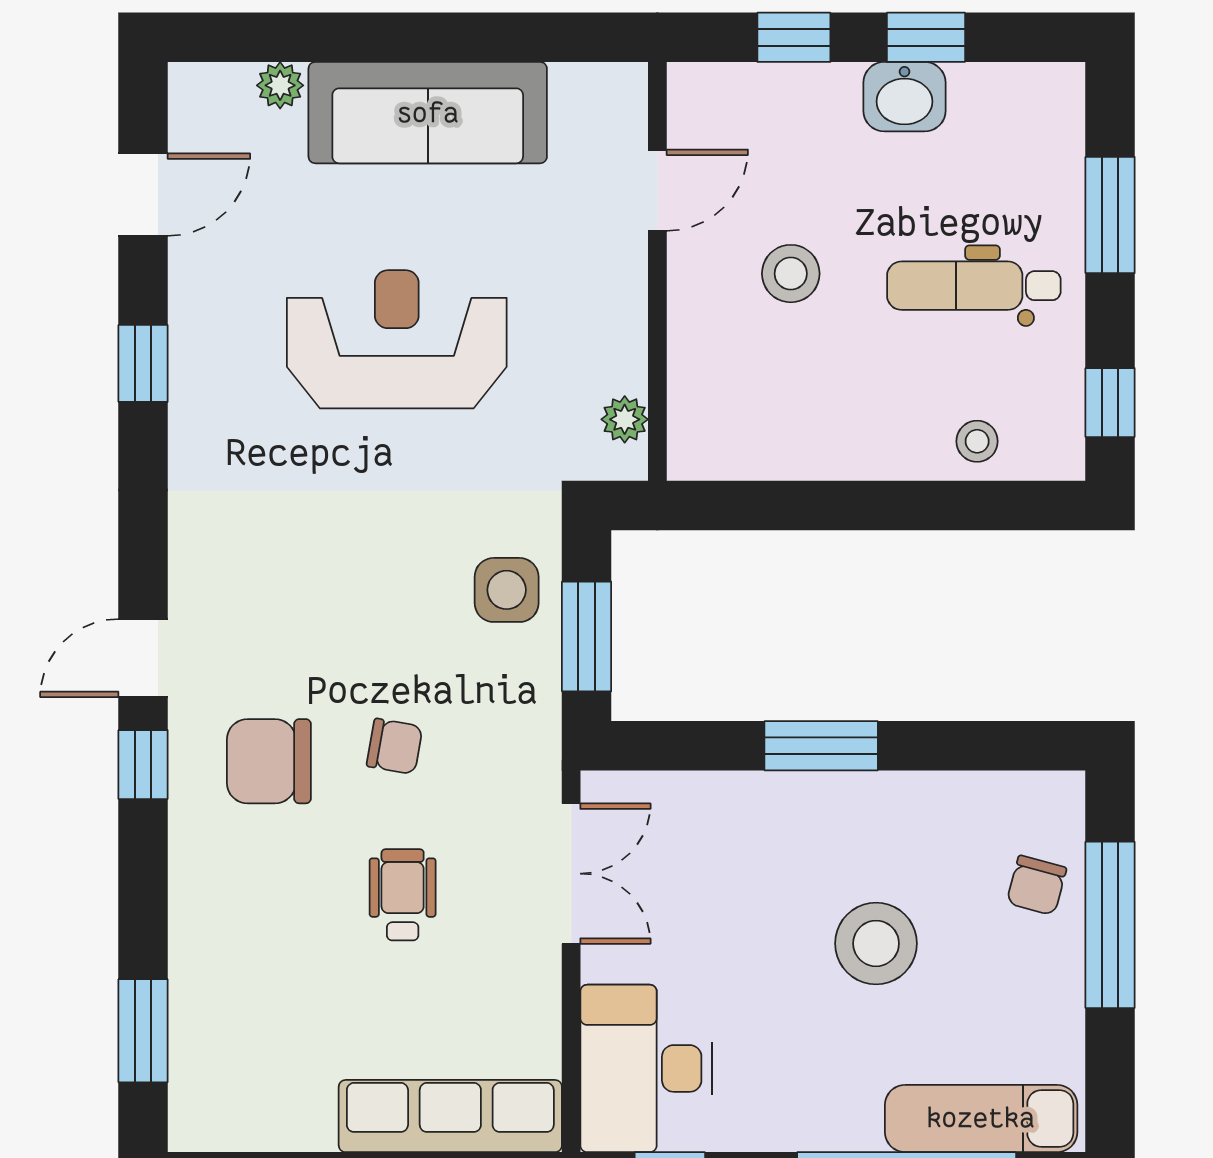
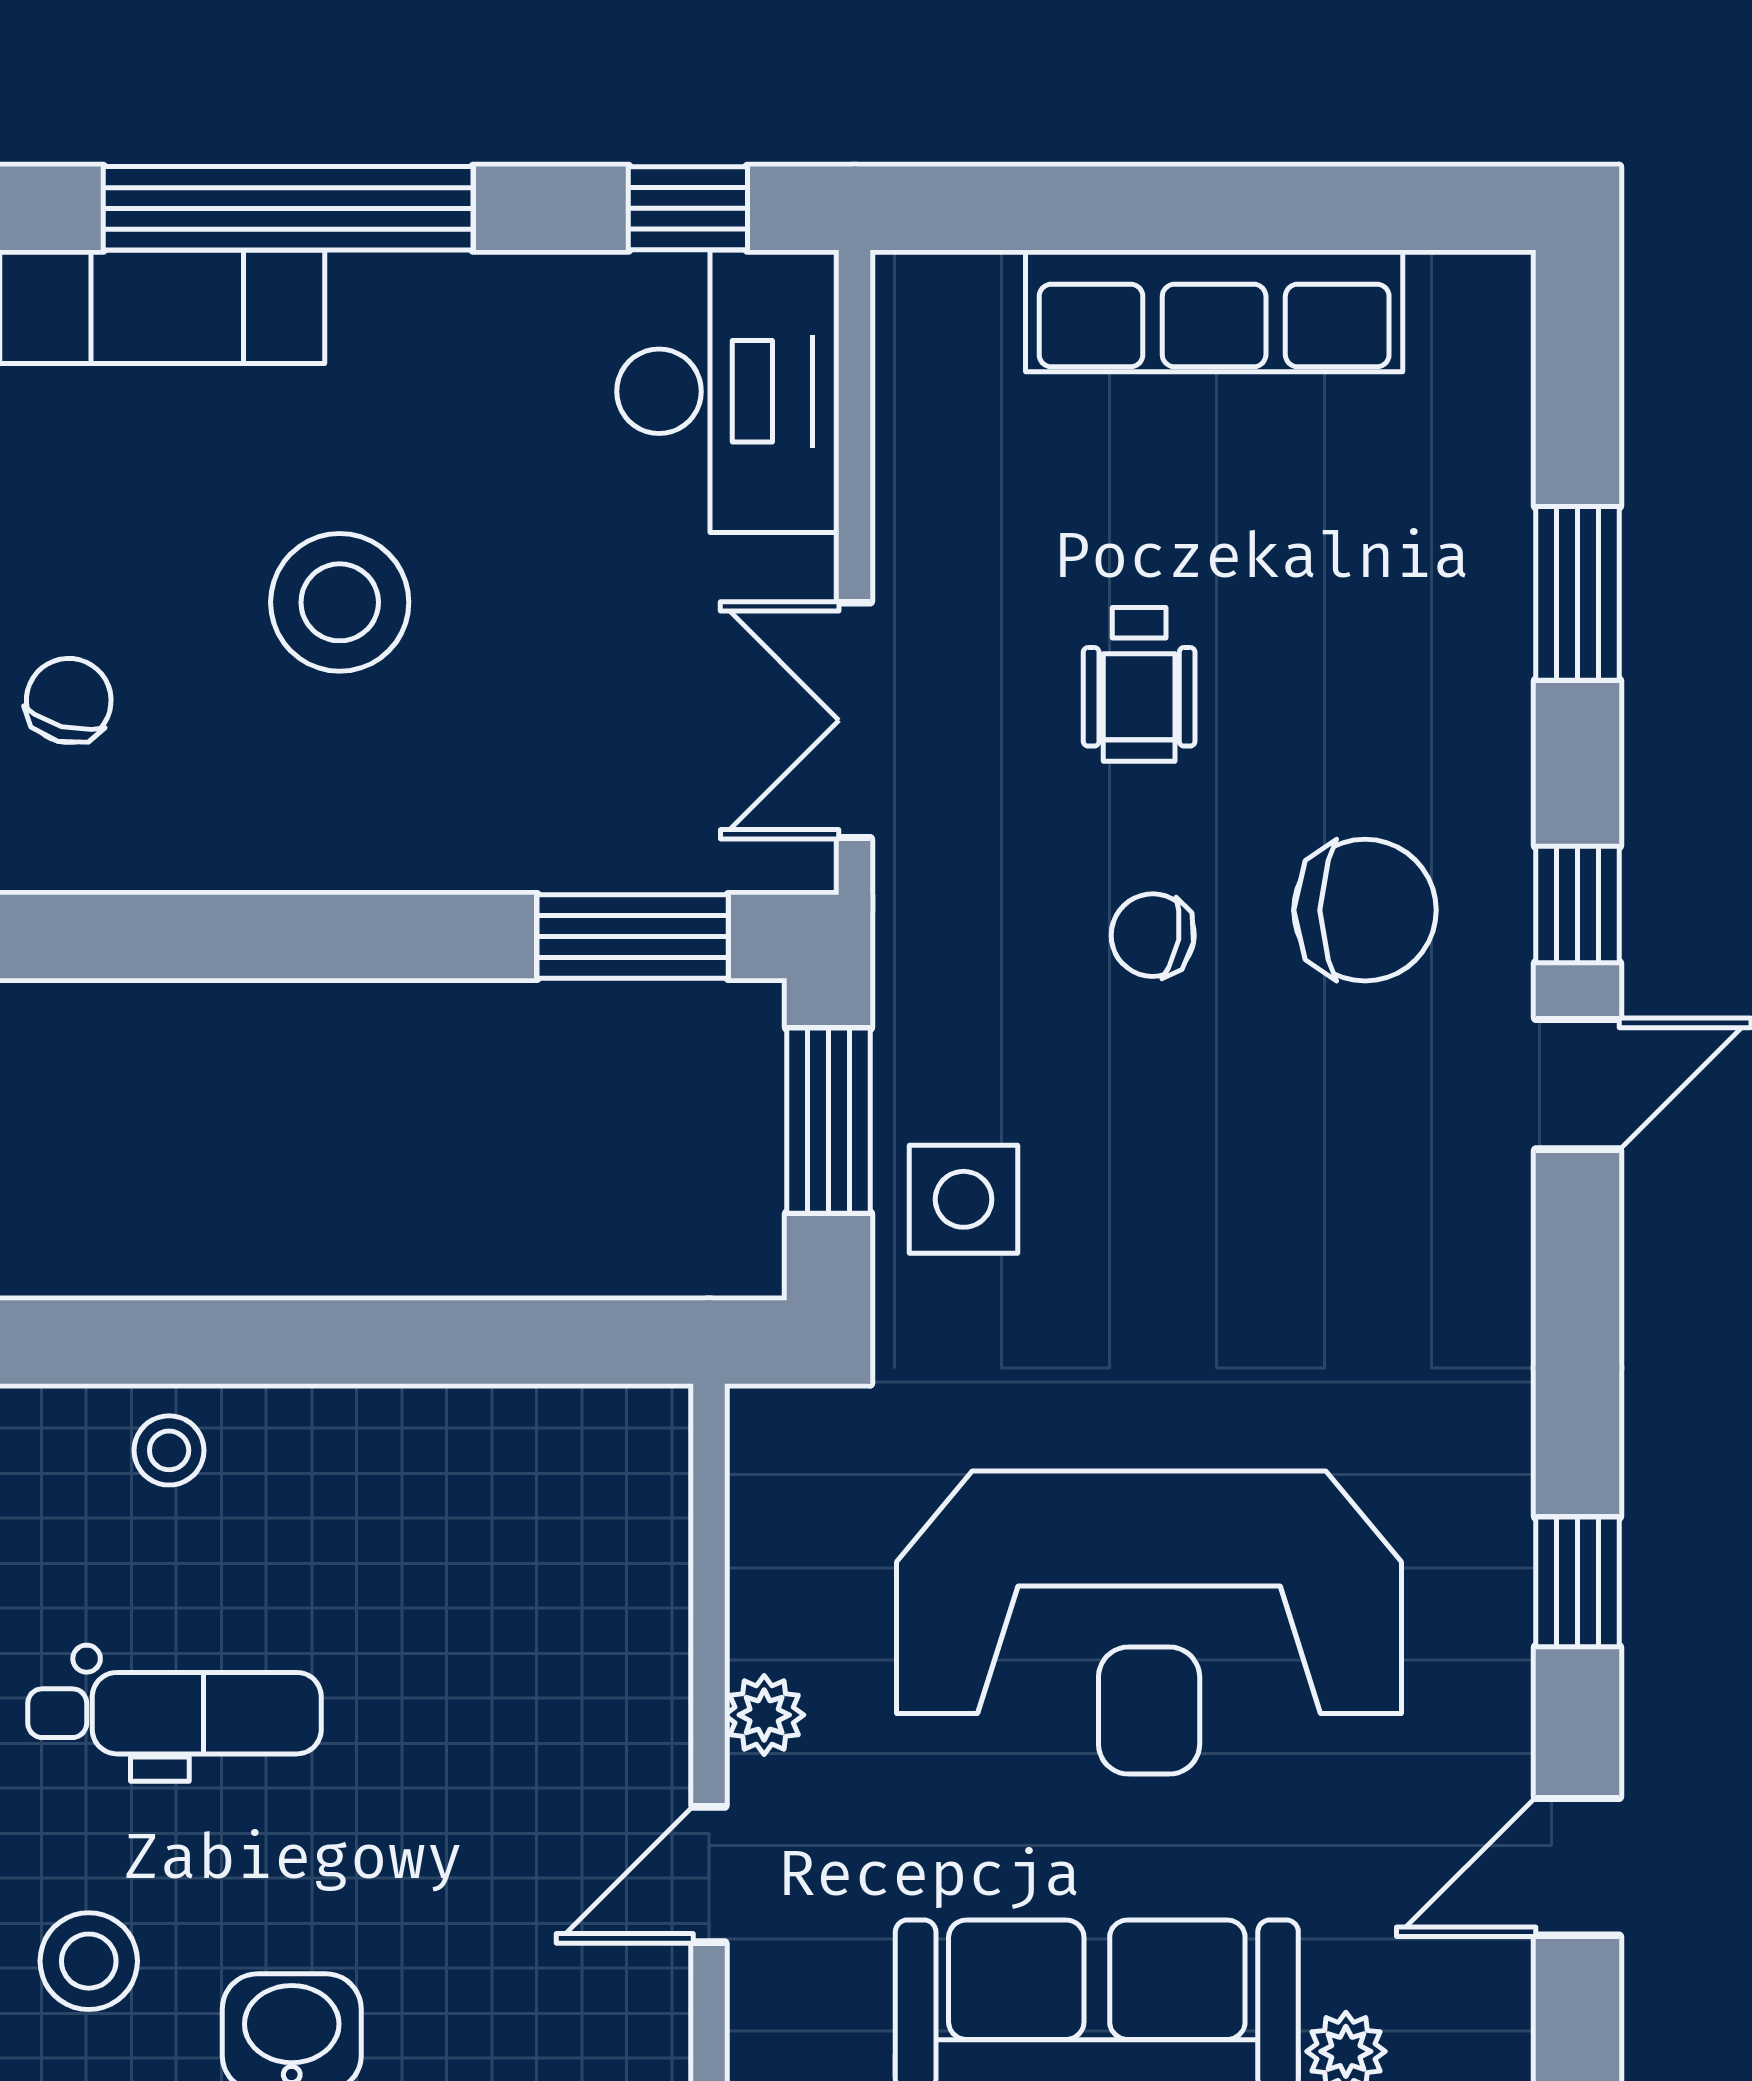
stool: (791, 274) -> (89, 1961), moved
reception desk: (397, 339) -> (1149, 1623), width x1.36, depth x1.30
plant: (625, 419) -> (764, 1715), moved
window: (821, 746) -> (633, 936), moved
window: (143, 1031) -> (1577, 593), moved
row of seats: (450, 1116) -> (1214, 311), moved

